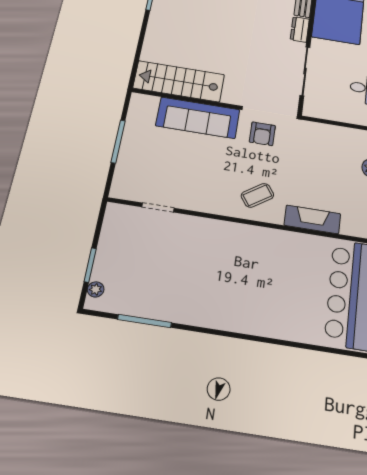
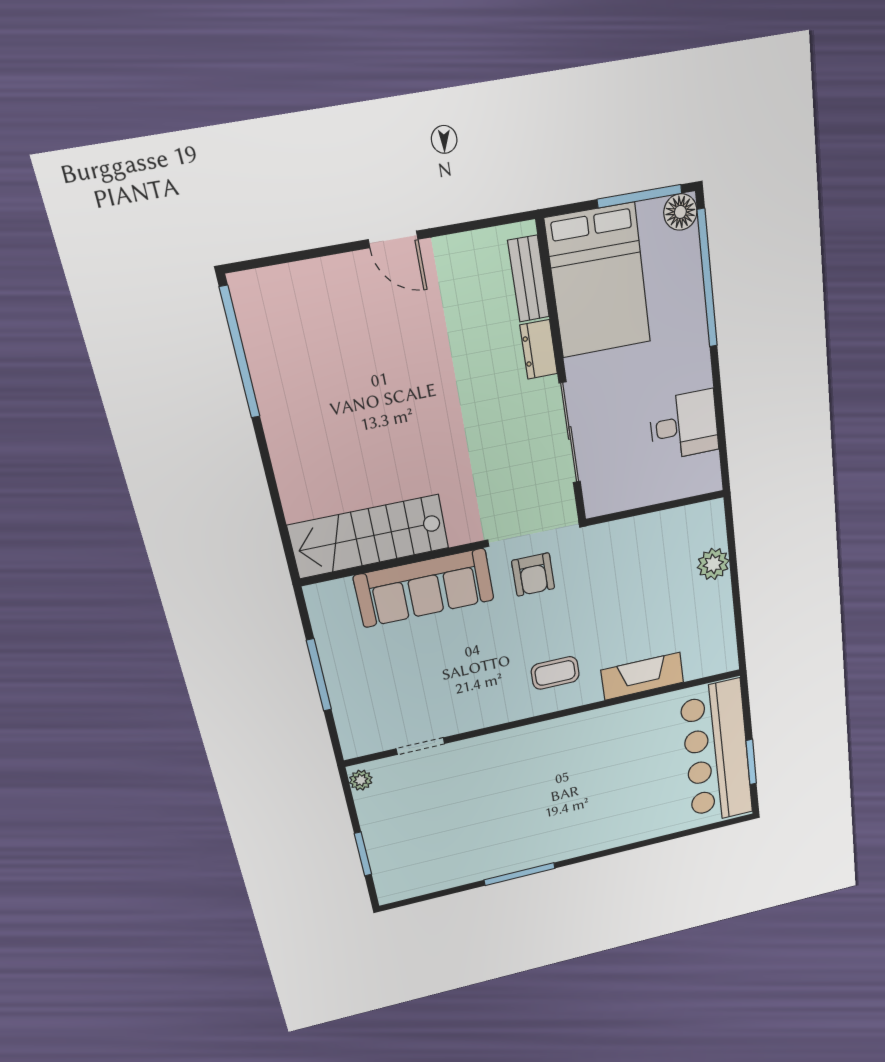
coffee table: (257, 195) -> (555, 673), turned 35
plant: (96, 289) -> (361, 780), moved
window: (144, 321) -> (520, 874), moved

